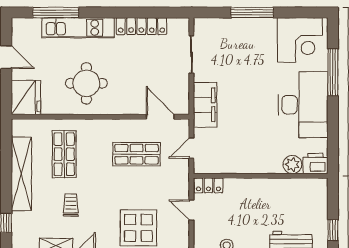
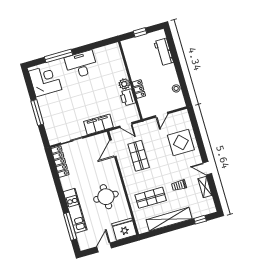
locker: (141, 26) -> (60, 162), moved
desk: (303, 105) -> (81, 64), width x0.73, depth x0.77
printer: (315, 164) -> (128, 97), moved
plant: (292, 165) -> (124, 84), moved
locker: (208, 185) -> (139, 89), moved
window: (333, 230) -> (140, 32), moved

